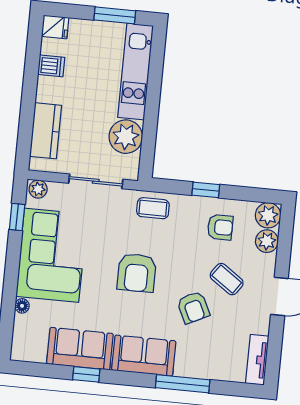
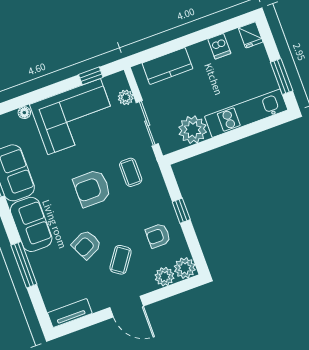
plant: (38, 189) -> (126, 97), moved
coffee table: (153, 208) -> (131, 172), moved
armchair: (220, 227) -> (158, 236), turned 90

